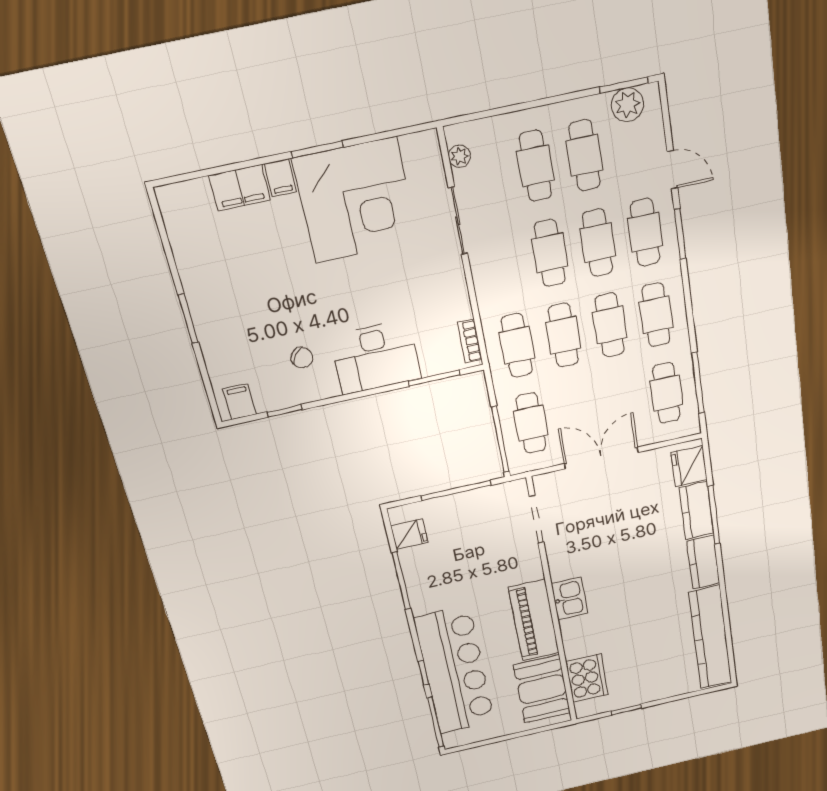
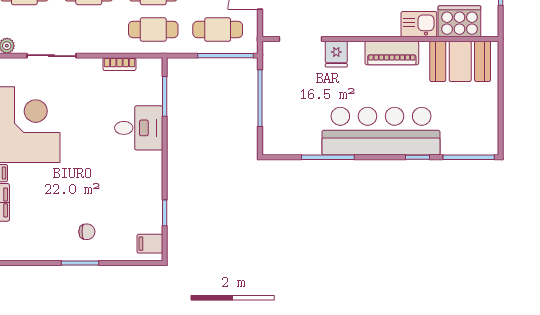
bookcase: (470, 341) -> (119, 64), moved
desk: (376, 357) -> (139, 128), width x0.73
chair: (302, 358) -> (87, 232), moved, turned 50
fridge: (409, 534) -> (336, 54), moved, turned 180
kitchen sink: (569, 599) -> (419, 24), moved
piano: (534, 620) -> (392, 53), width x0.73, depth x0.75
bar counter: (455, 670) -> (381, 131), moved

